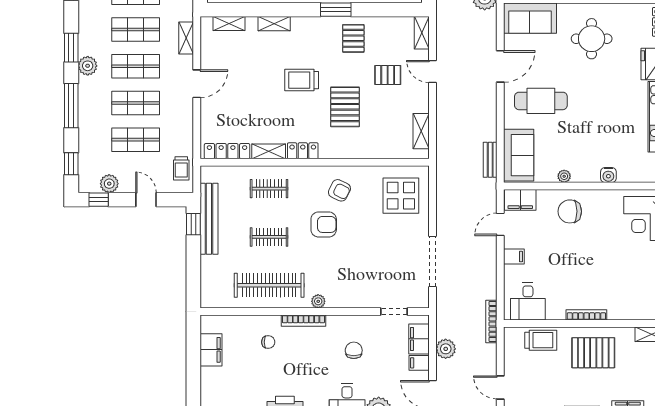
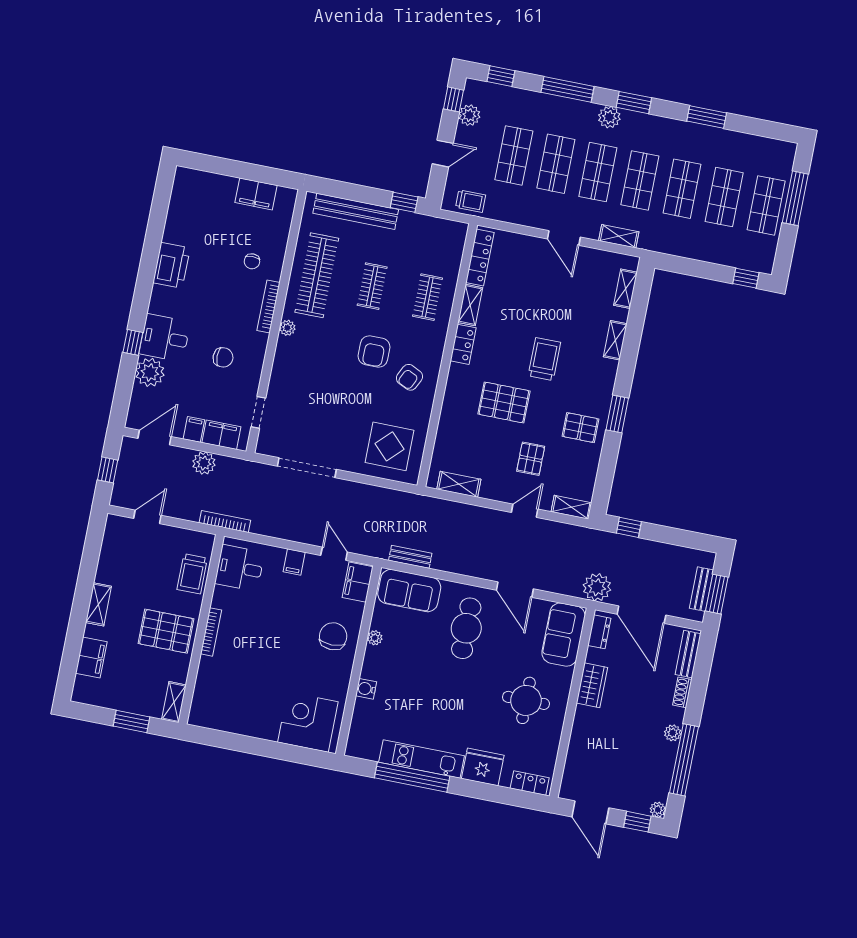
trolley: (181, 168) -> (471, 201), turned 180
bench: (209, 219) -> (356, 211), moved
pallet: (593, 353) -> (166, 631), turned 90

